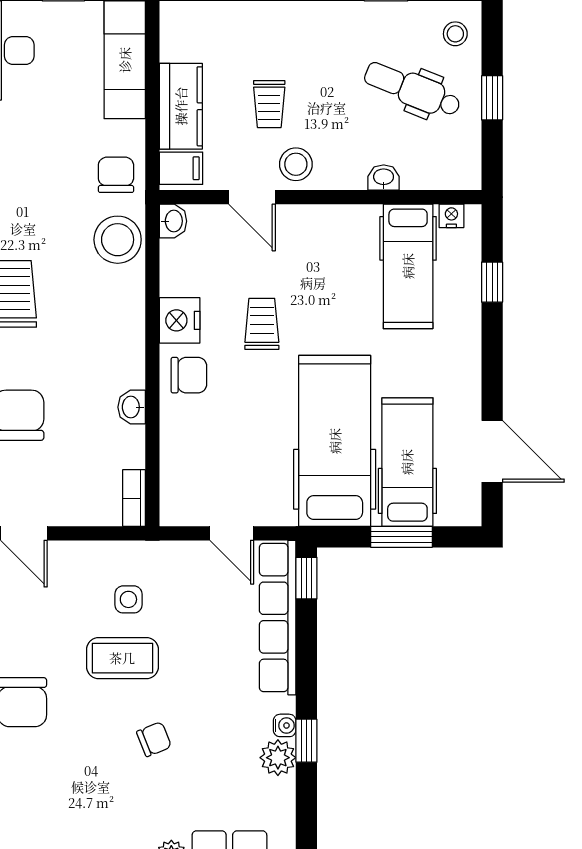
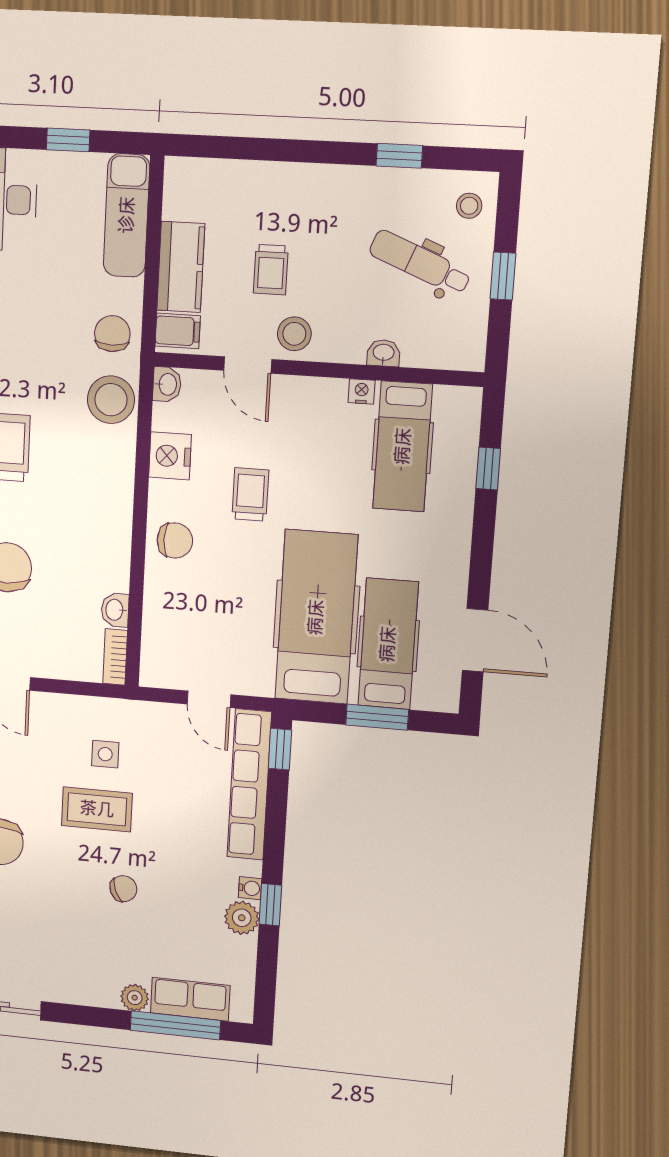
nightstand: (451, 216) -> (362, 391), moved
nightstand: (180, 320) -> (170, 456), moved
washbasin: (132, 407) -> (115, 610), moved

